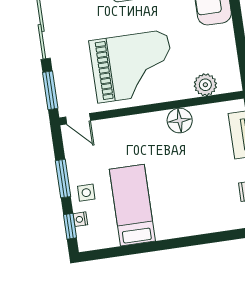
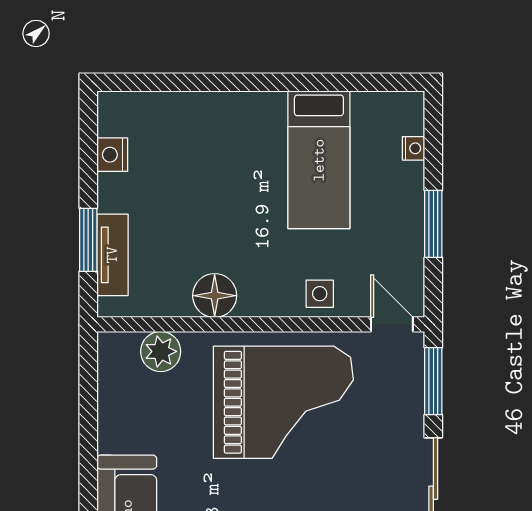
grand piano: (132, 66) -> (283, 402), turned 180
side table: (86, 193) -> (320, 294), moved
window: (70, 226) -> (433, 139), removed

